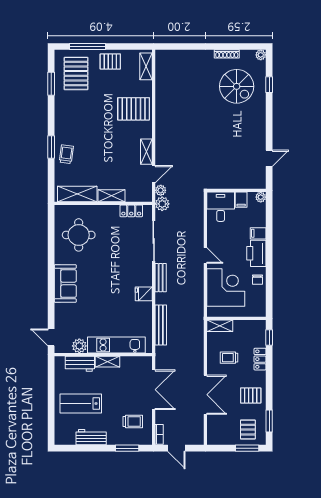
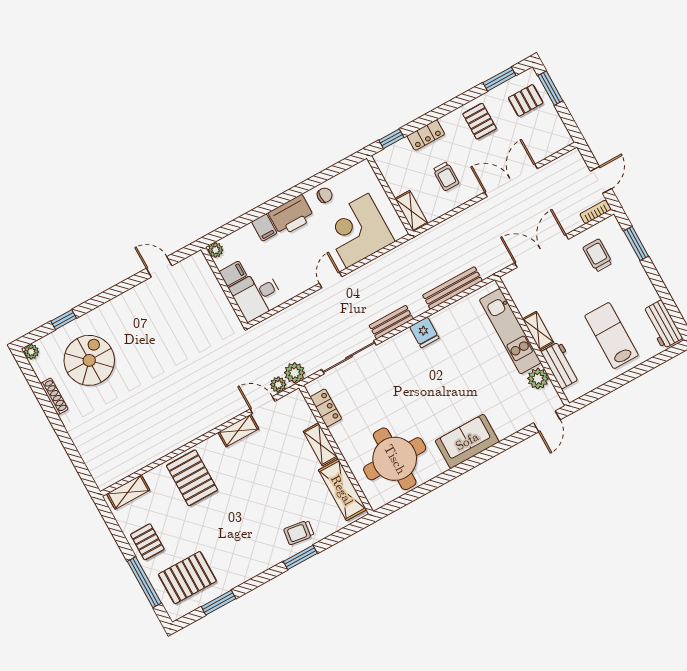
round table: (79, 235) -> (395, 459), width x1.36, depth x1.36
lab bench: (81, 404) -> (612, 336), turned 180
workbench: (91, 437) -> (662, 324), moved

